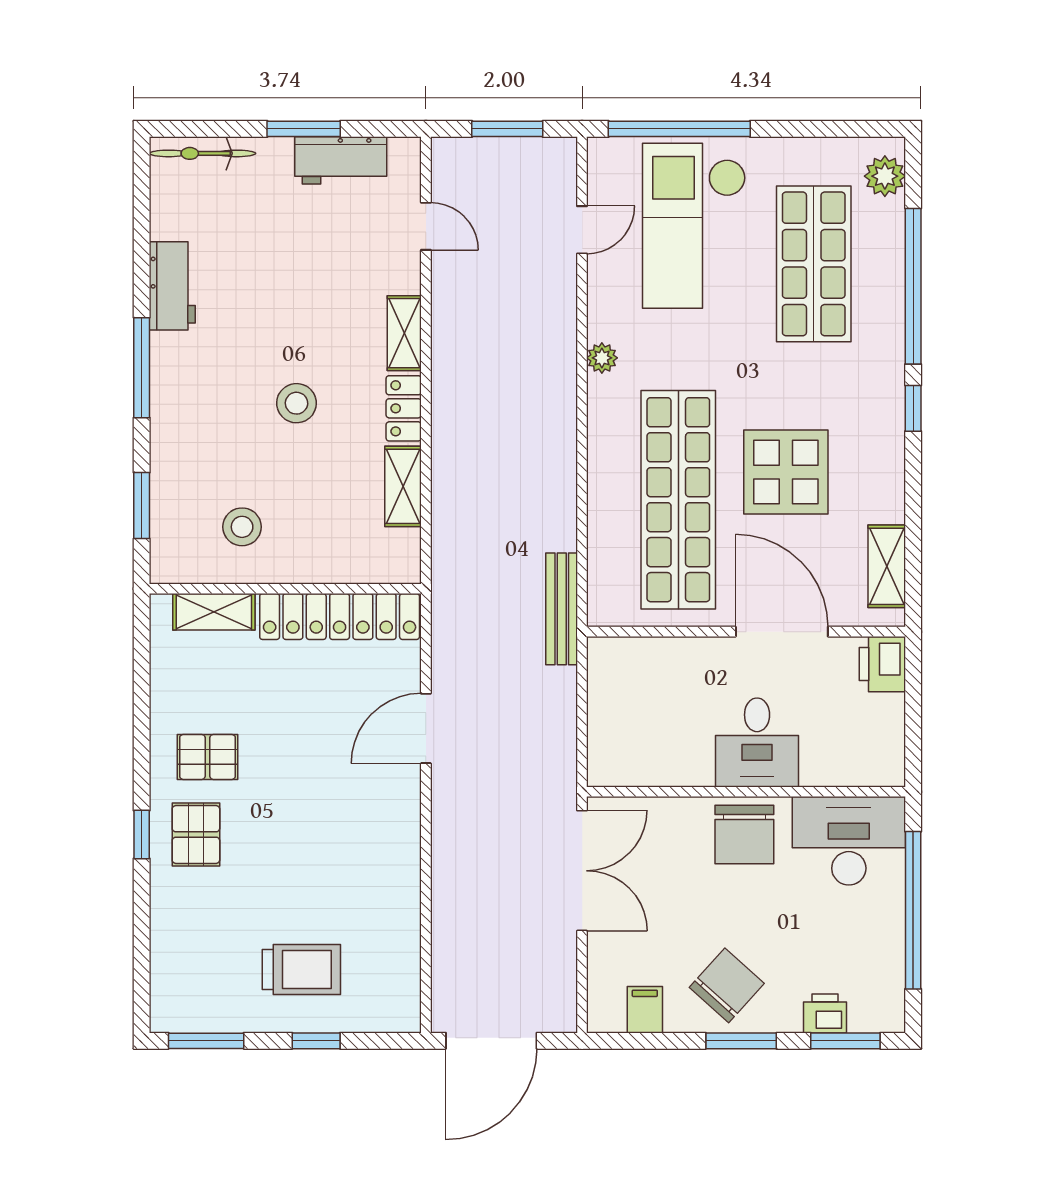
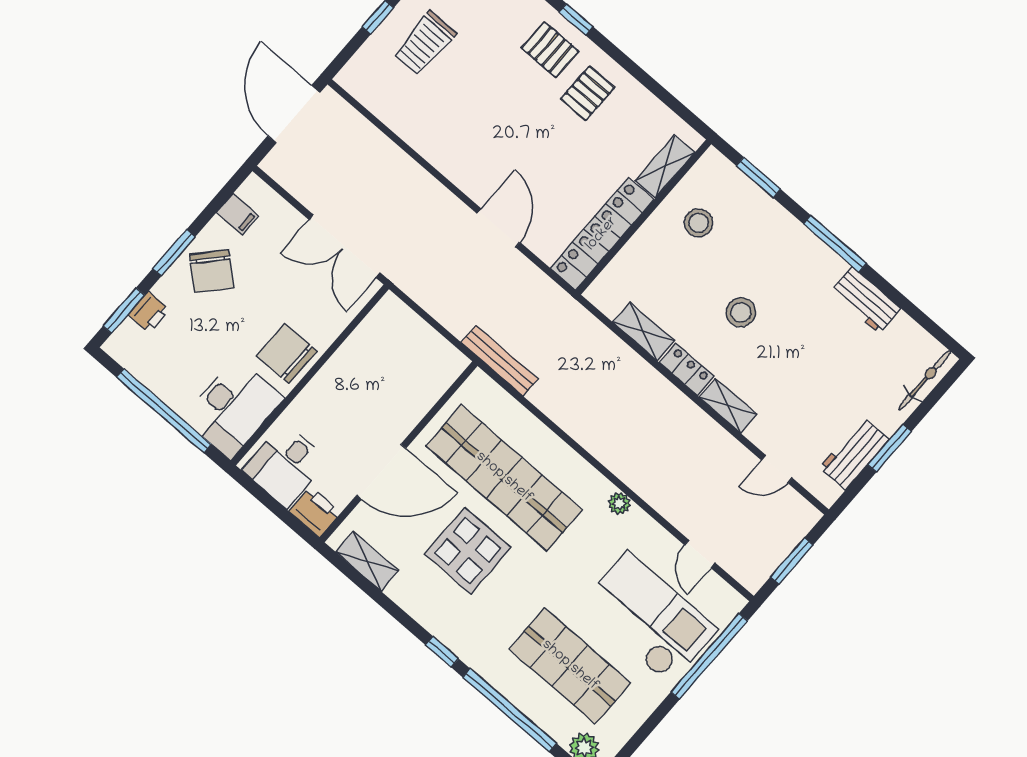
desk: (757, 742) -> (285, 465), moved, turned -90

